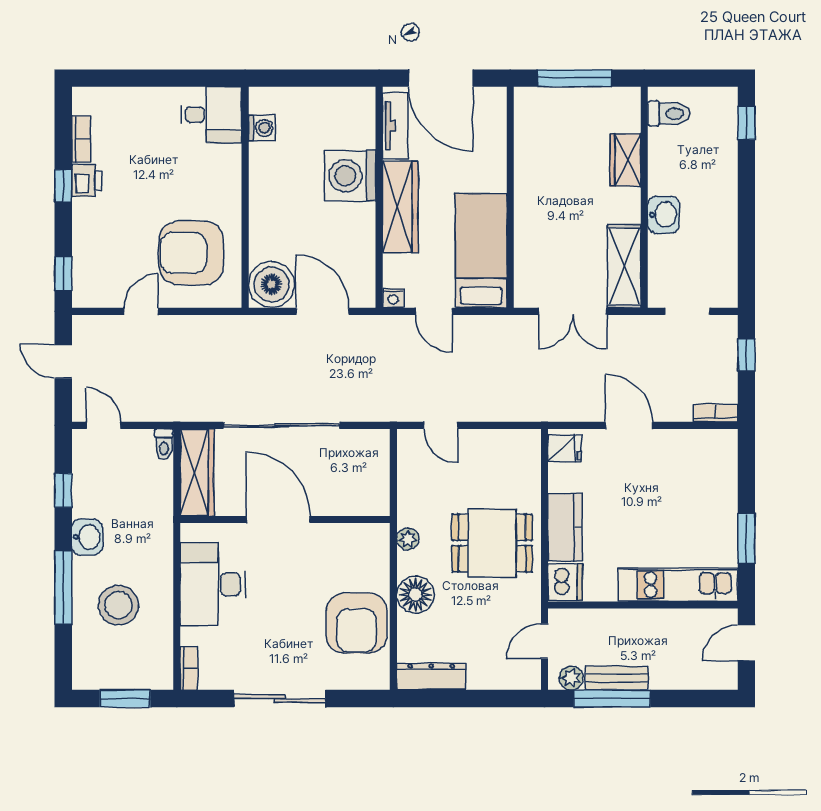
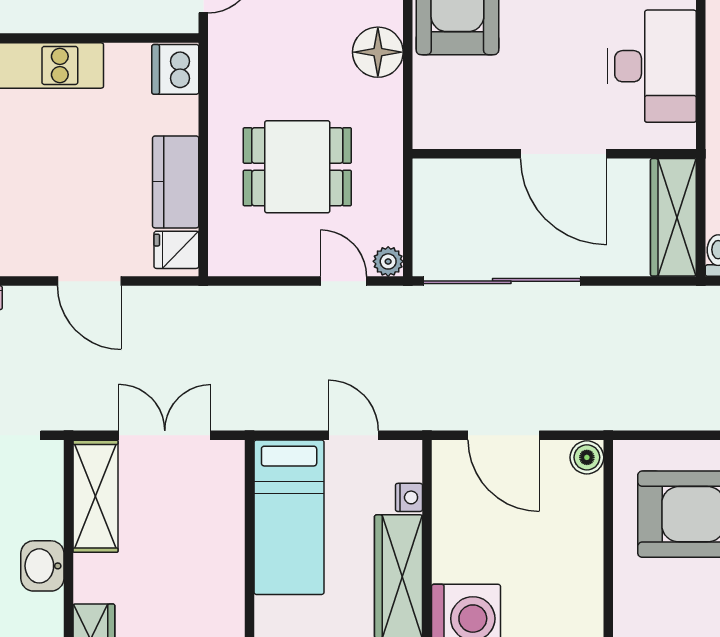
boiler: (272, 284) -> (587, 457), width x0.54, depth x0.54
nightstand: (393, 298) -> (409, 497), moved, turned 90
sliding door: (281, 425) -> (502, 281), moved
kitchen counter: (565, 527) -> (176, 182), moved
plant: (408, 539) -> (388, 261), moved
dining table: (492, 543) -> (297, 167), moved

